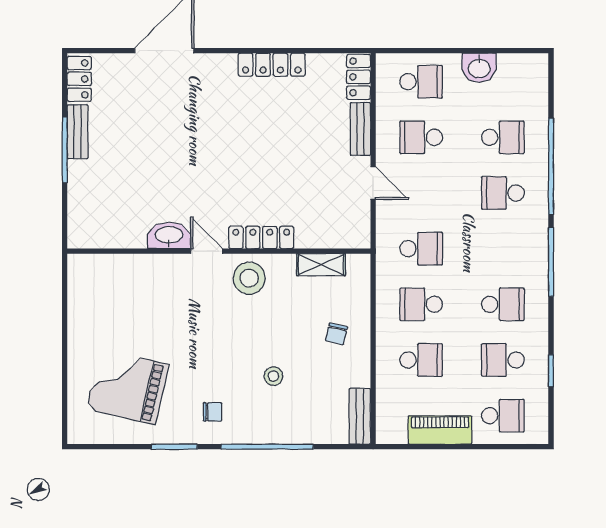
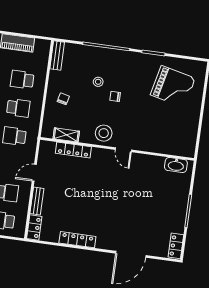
bench: (77, 132) -> (180, 219), removed
door: (373, 183) -> (34, 173), hinge flipped
washbasin: (169, 236) -> (176, 165), moved
locker: (261, 237) -> (73, 150), moved
chair: (212, 412) -> (115, 96), moved

